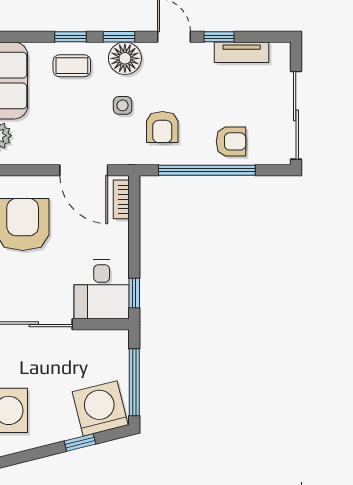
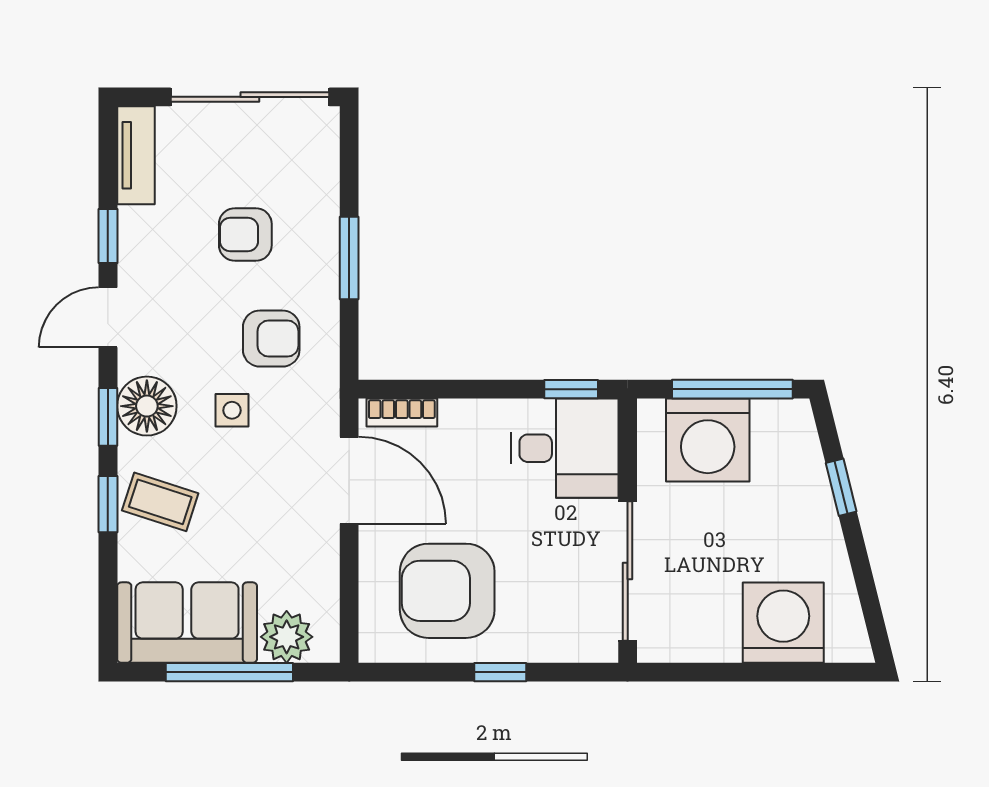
tv unit: (242, 52) -> (136, 155), moved
coffee table: (72, 66) -> (160, 502), turned -72
armchair: (231, 141) -> (245, 235), moved, turned -90
door: (84, 170) -> (349, 480), hinge flipped
window: (207, 170) -> (349, 258), width x0.47
washing machine: (100, 408) -> (708, 440), moved, turned -76

